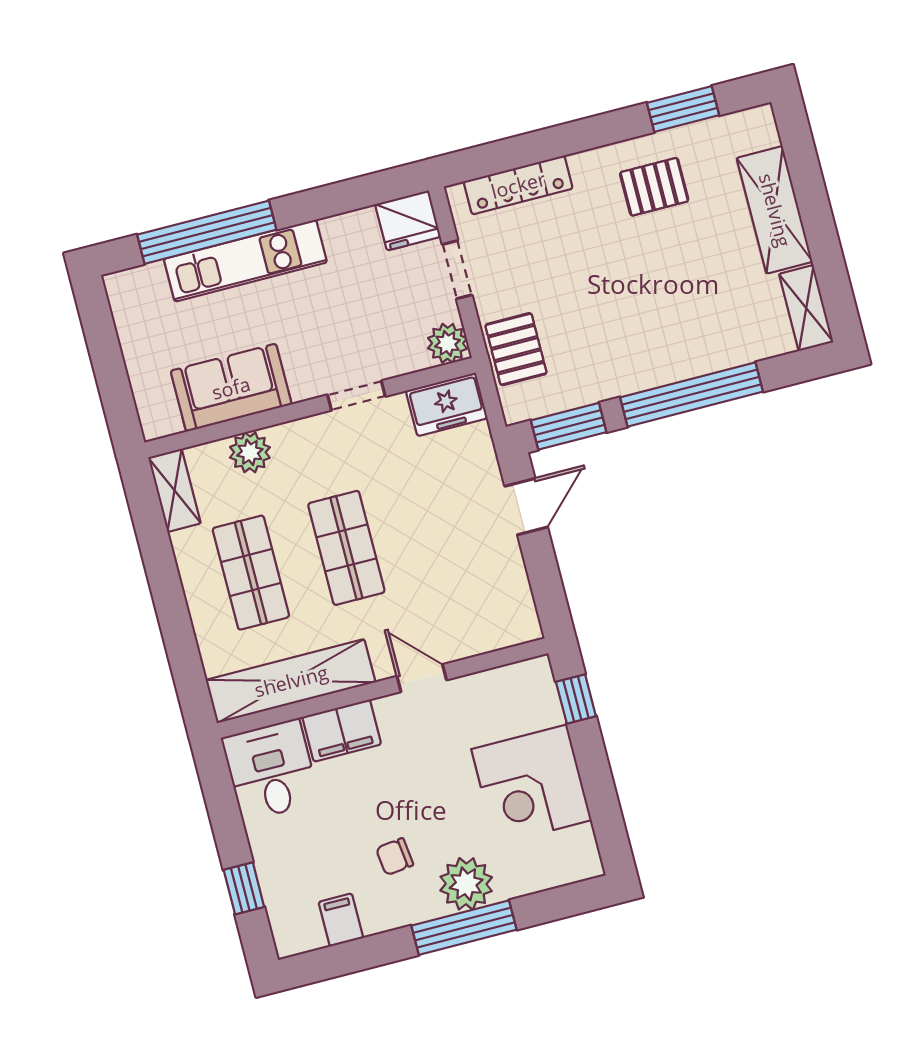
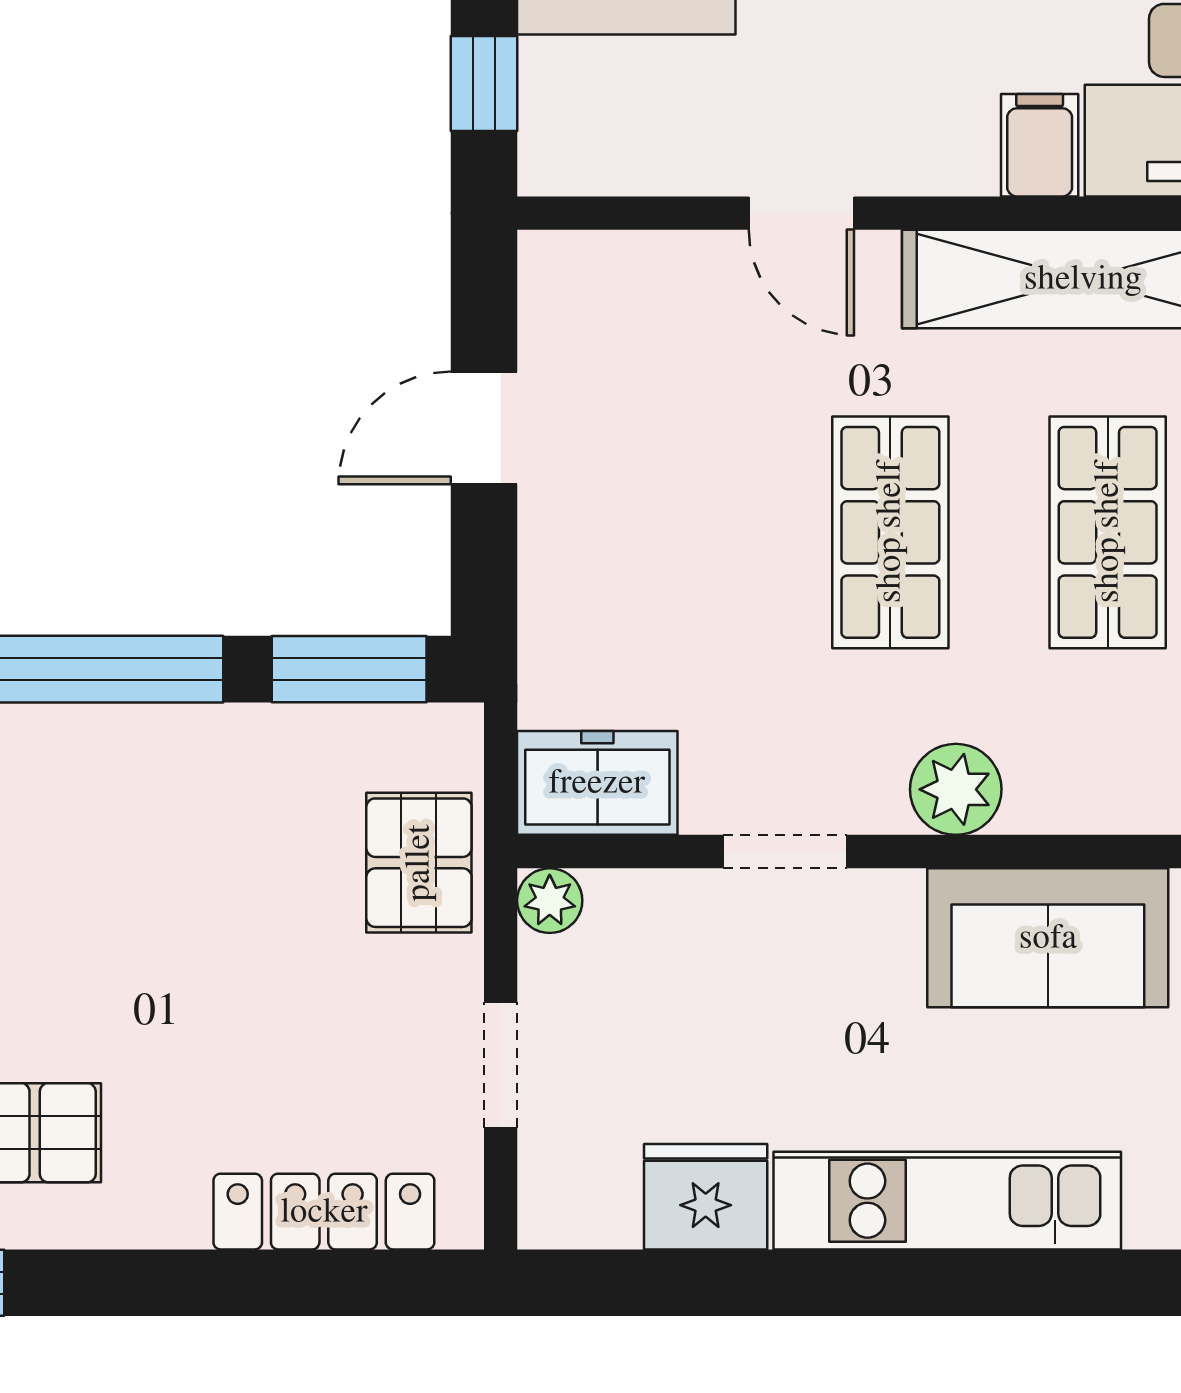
fridge: (408, 220) -> (706, 1197), moved
window: (207, 232) -> (1014, 1283), removed
plant: (447, 343) -> (550, 901), width x0.73, depth x0.73
plant: (250, 452) -> (956, 789), moved
door: (526, 507) -> (484, 428), moved
filing cabinet: (342, 731) -> (1040, 145), width x0.50

